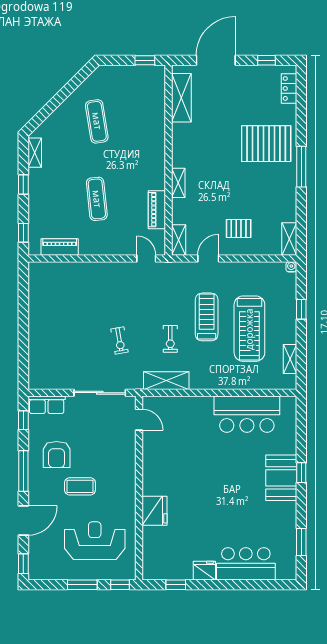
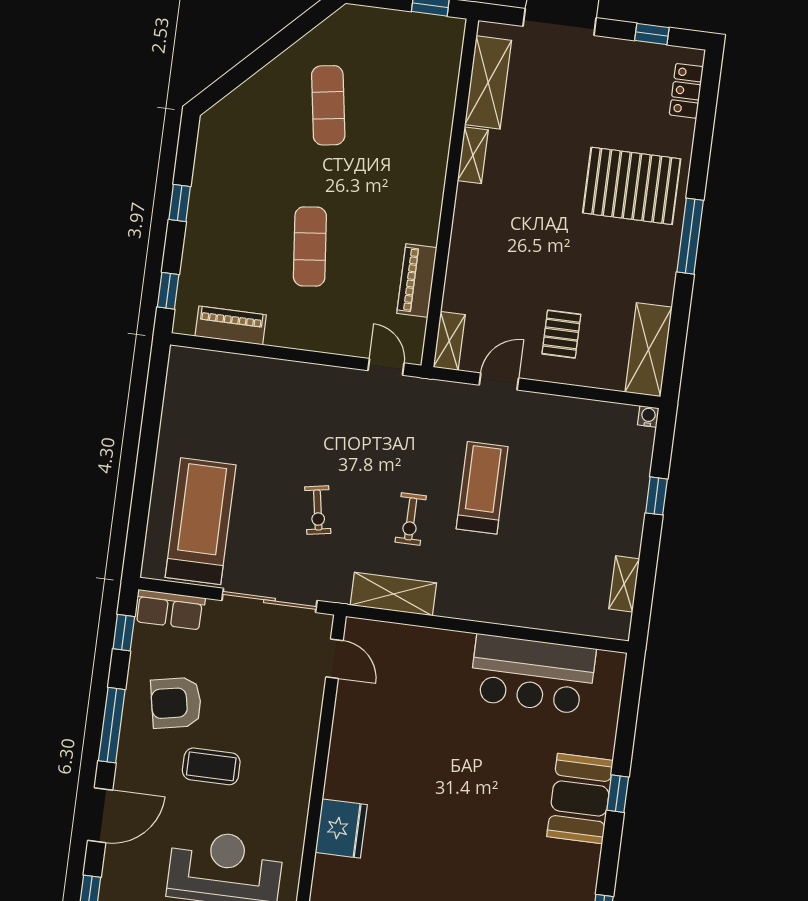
shelving: (35, 153) -> (208, 147), removed
shelving: (178, 183) -> (473, 155), moved
pallet: (239, 229) -> (561, 334), turned 90
shelving: (289, 239) -> (649, 350), width x1.50, depth x1.33
treadmill: (249, 329) -> (201, 521), moved, turned 180
armchair: (57, 454) -> (176, 703), turned 79

